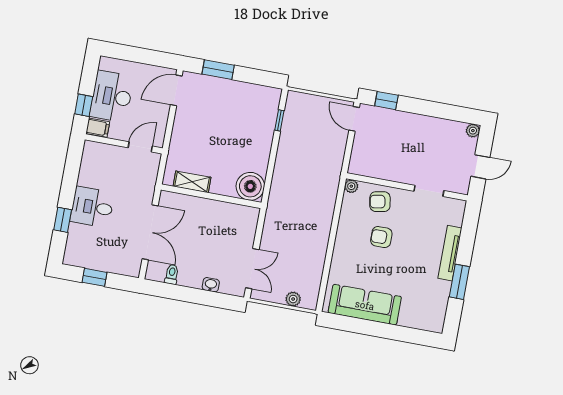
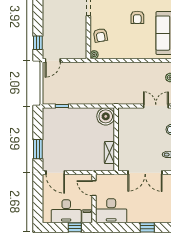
desk: (92, 207) -> (111, 211), moved, width x1.37
double door: (150, 232) -> (145, 173), swing flipped
armchair: (381, 237) -> (137, 17), moved

